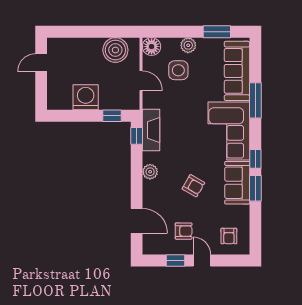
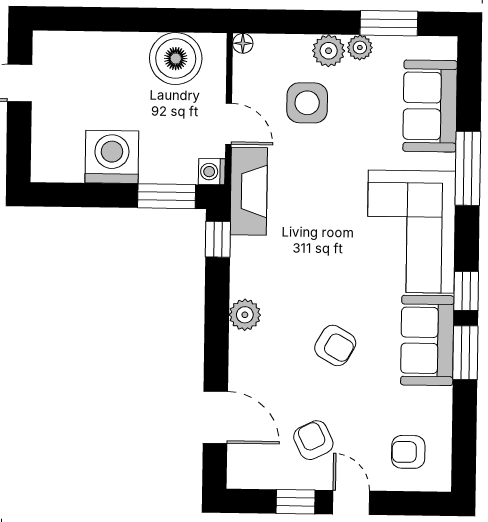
plant: (203, 44) -> (360, 48), added
floor lamp: (152, 47) -> (243, 43), width x0.53, depth x0.53
sofa: (237, 71) -> (430, 106), width x0.73
washing machine: (133, 104) -> (212, 172), added
window: (112, 116) -> (167, 196), width x1.50
fireplace: (151, 130) -> (249, 191), moved
armchair: (184, 231) -> (313, 440), turned -116
armchair: (229, 236) -> (408, 452), turned 90

